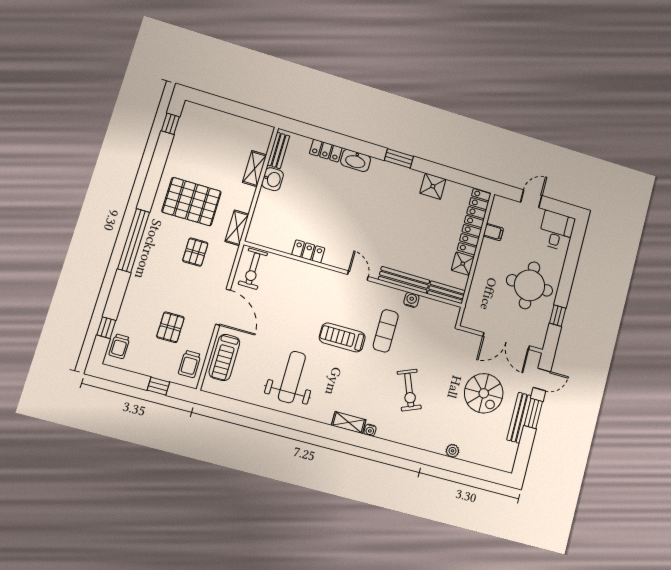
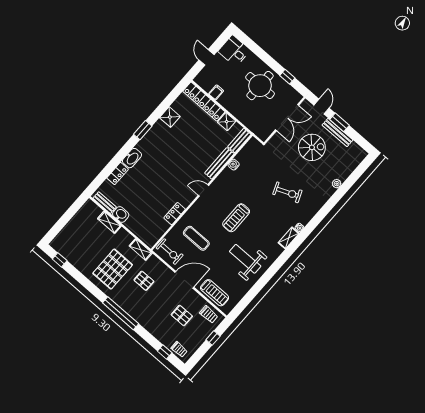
exercise mat: (386, 331) -> (196, 238), moved

